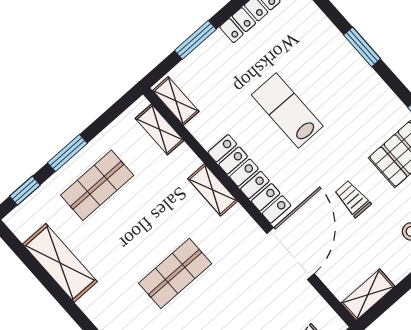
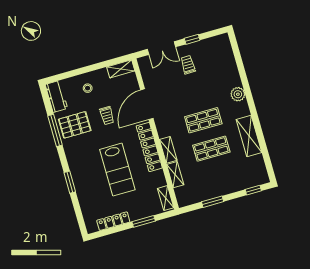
lab bench: (287, 111) -> (117, 170), width x1.36, depth x1.39
shelving: (159, 129) -> (175, 175), moved
window: (67, 153) -> (213, 202), moved
shop shelf: (97, 185) -> (211, 149), moved
shelving: (60, 263) -> (249, 136), moved

